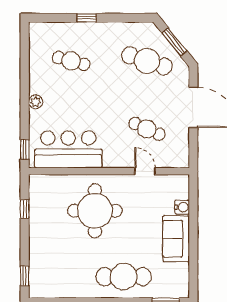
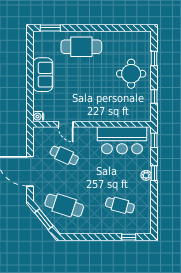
window: (87, 18) -> (129, 237), moved
window: (25, 105) -> (154, 173), added
water cooler: (182, 207) -> (38, 117), moved
round table: (95, 211) -> (131, 74), moved, width x0.73, depth x0.73
window: (25, 276) -> (154, 59), moved

